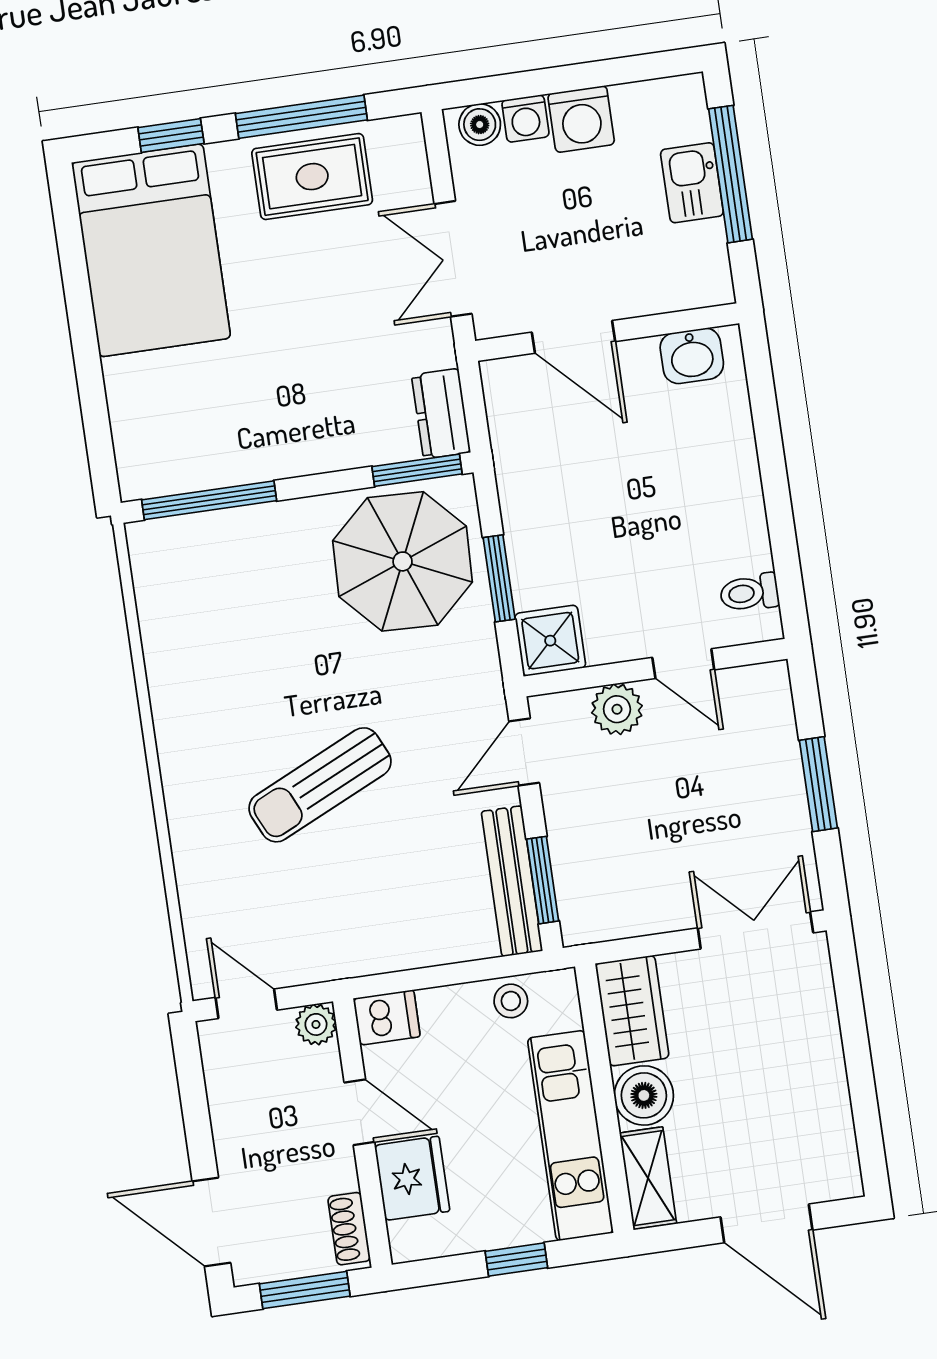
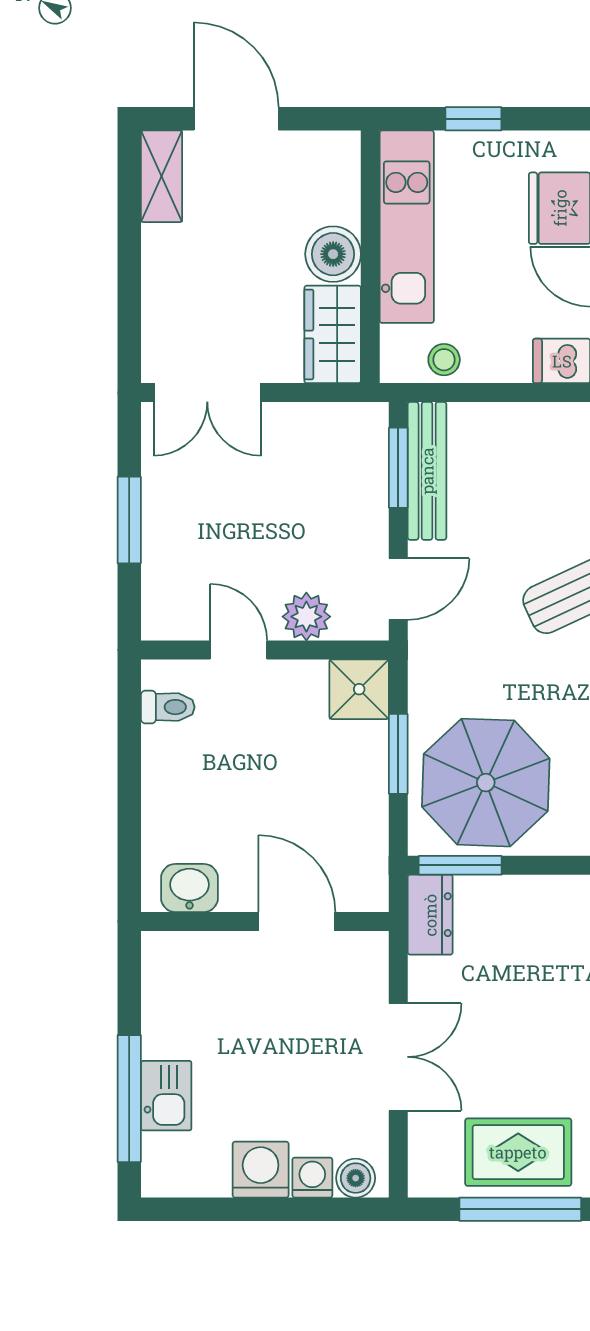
wall: (607, 332) -> (265, 921), moved
door: (574, 337) -> (297, 921), moved
washbasin: (692, 356) -> (190, 888), moved
shelving: (648, 1178) -> (162, 176), moved

